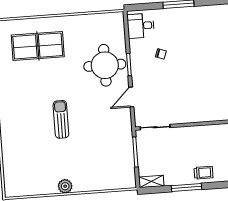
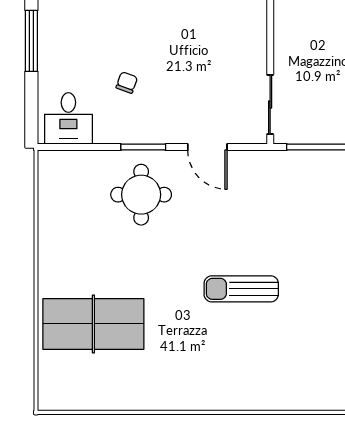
table tennis table: (38, 46) -> (93, 324), turned 90
round table: (105, 65) -> (141, 195), width x0.73, depth x0.73

